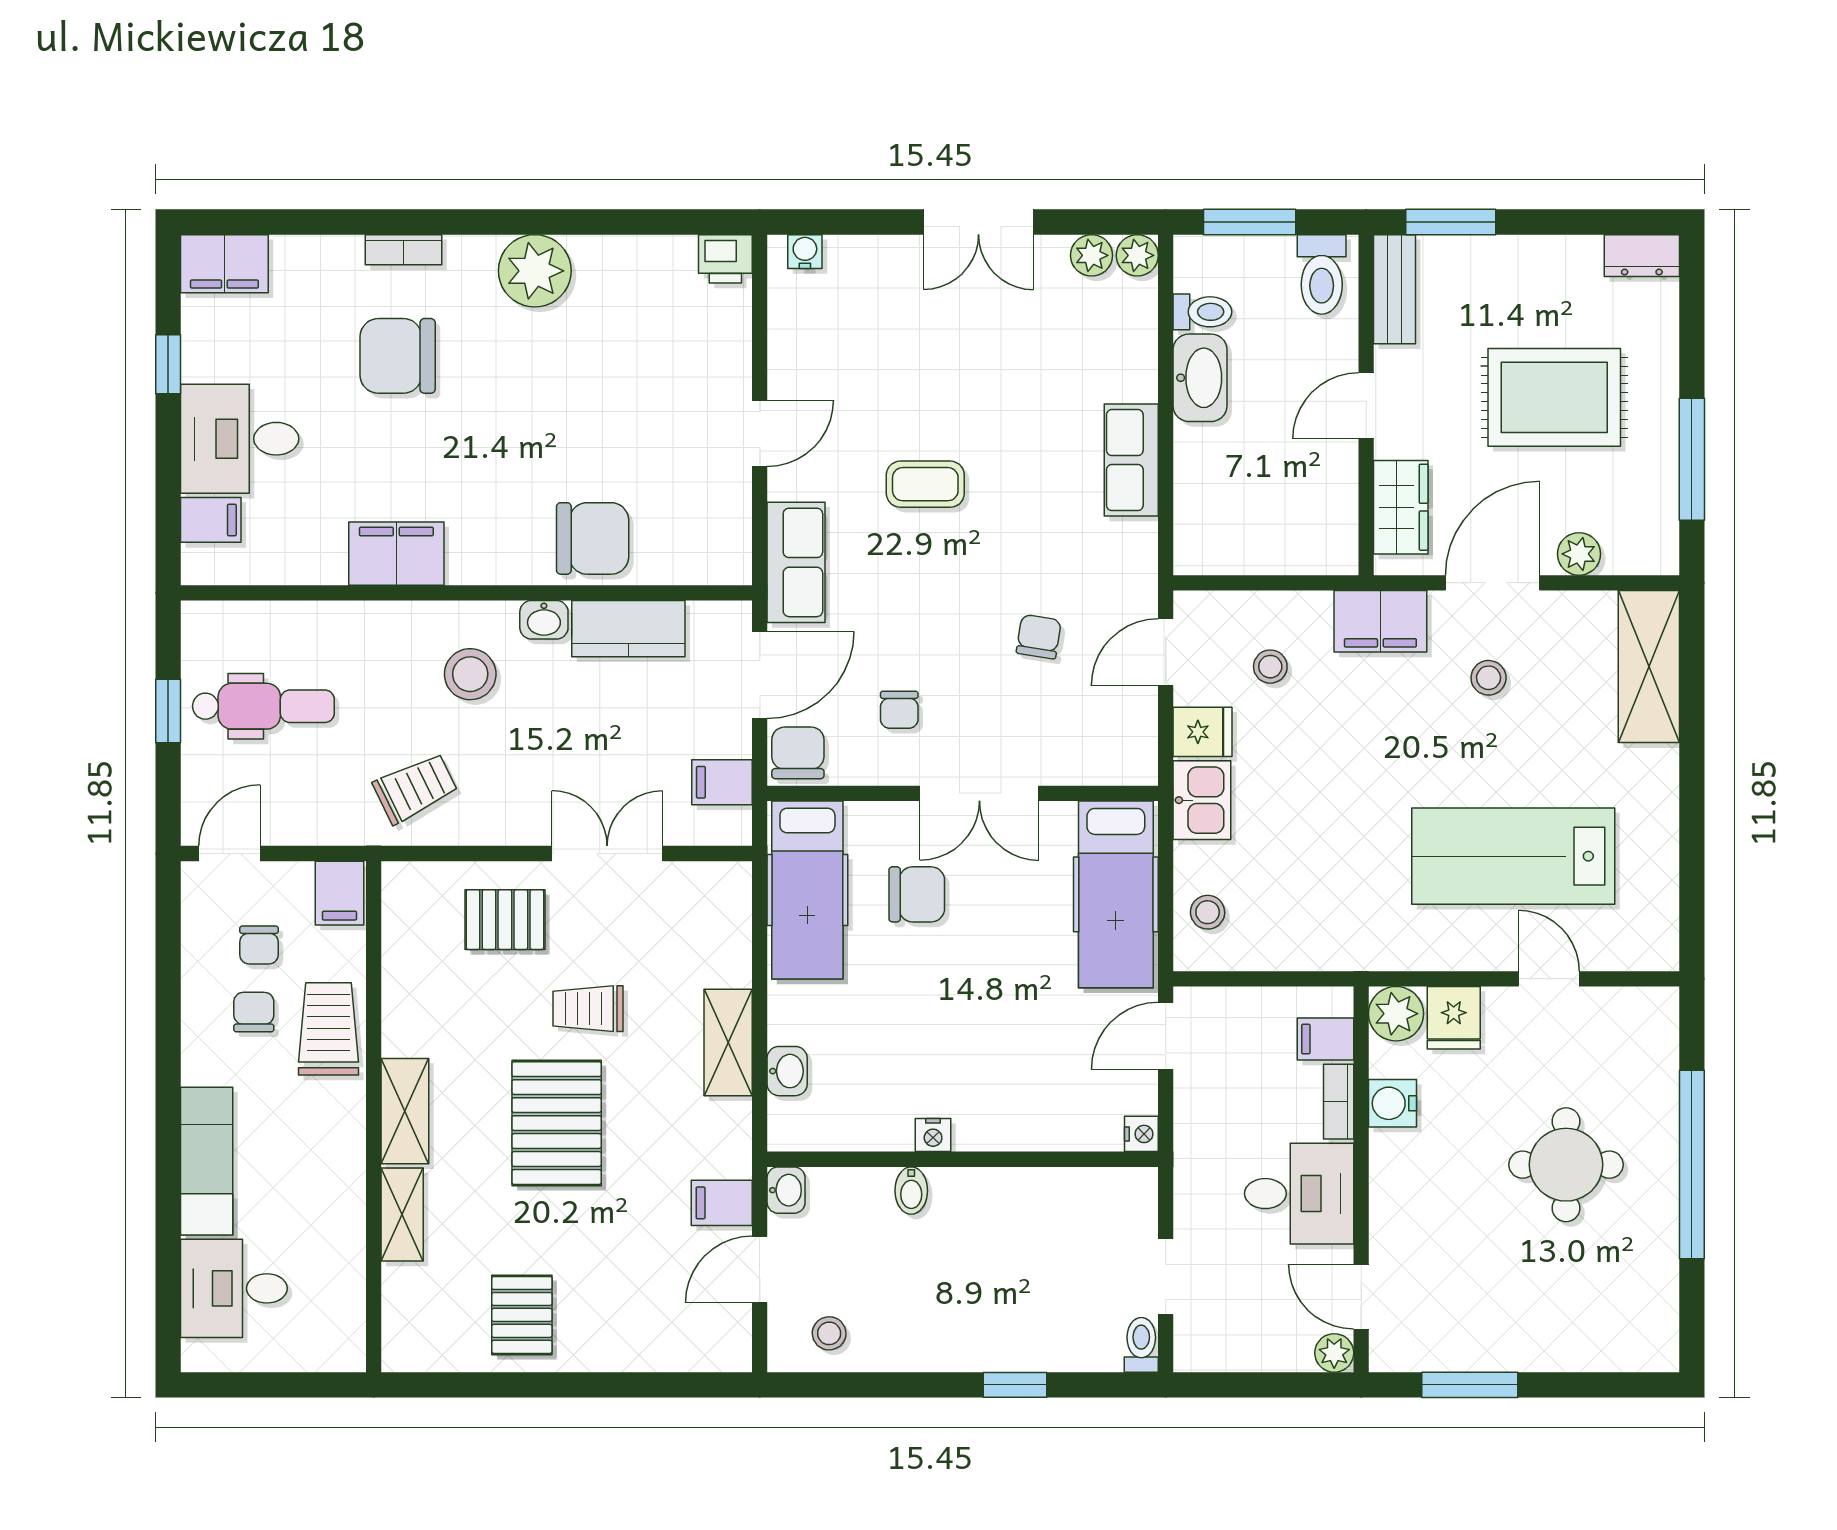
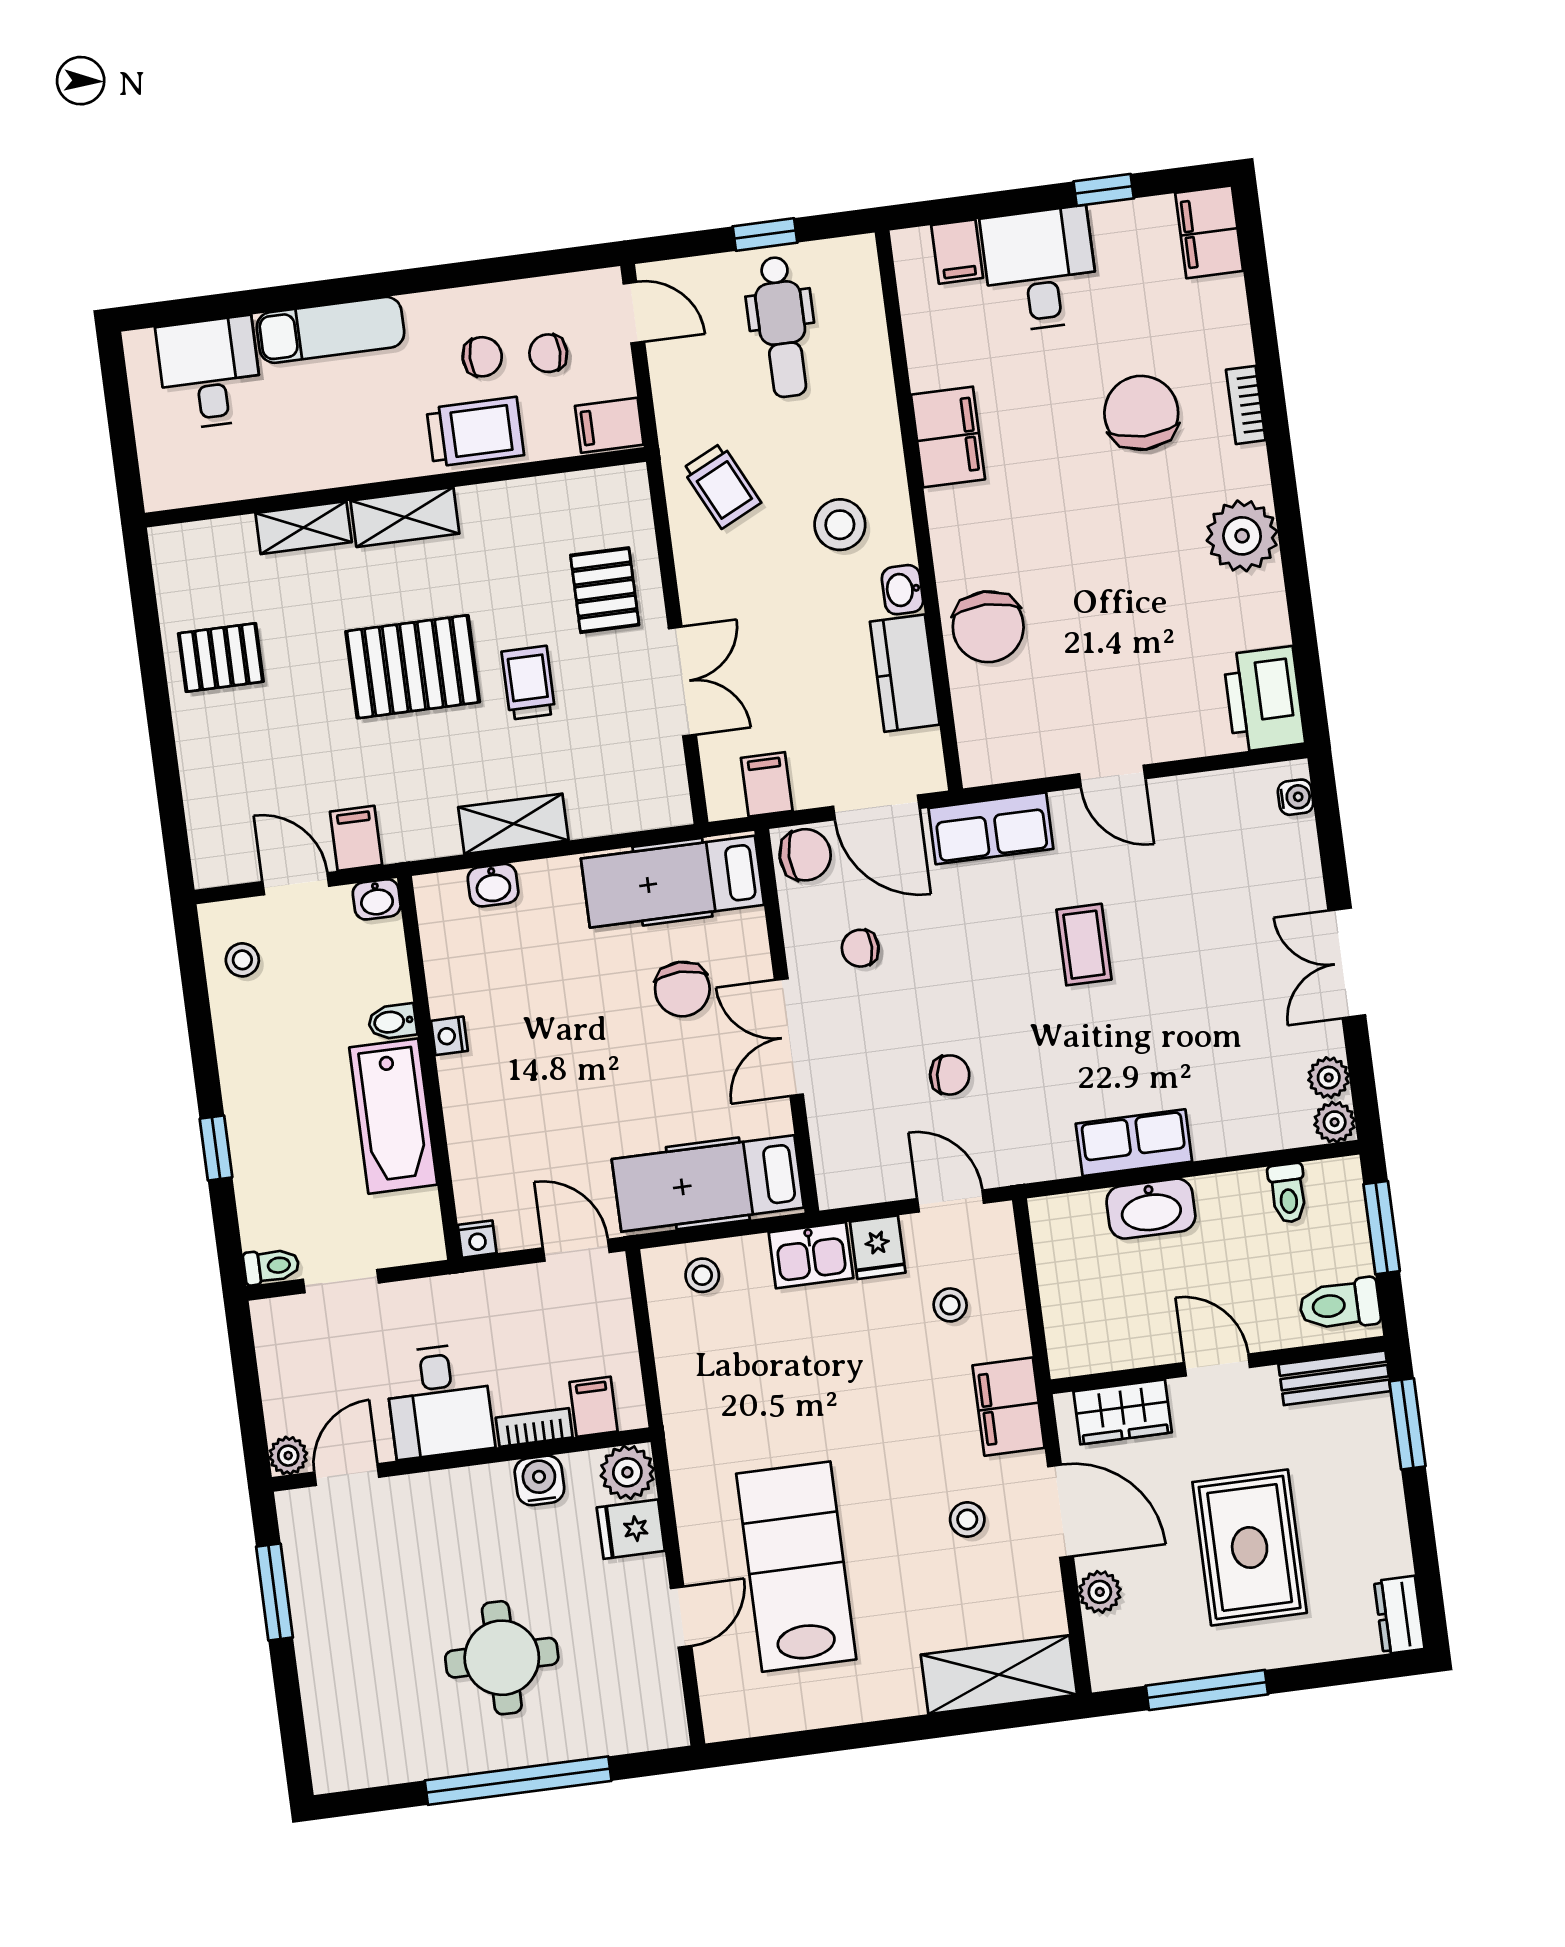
printer: (725, 259) -> (1264, 699), width x1.87, depth x1.48
washbasin: (1200, 378) -> (1151, 1209), moved
bathtub: (1006, 1202) -> (393, 1116), added

